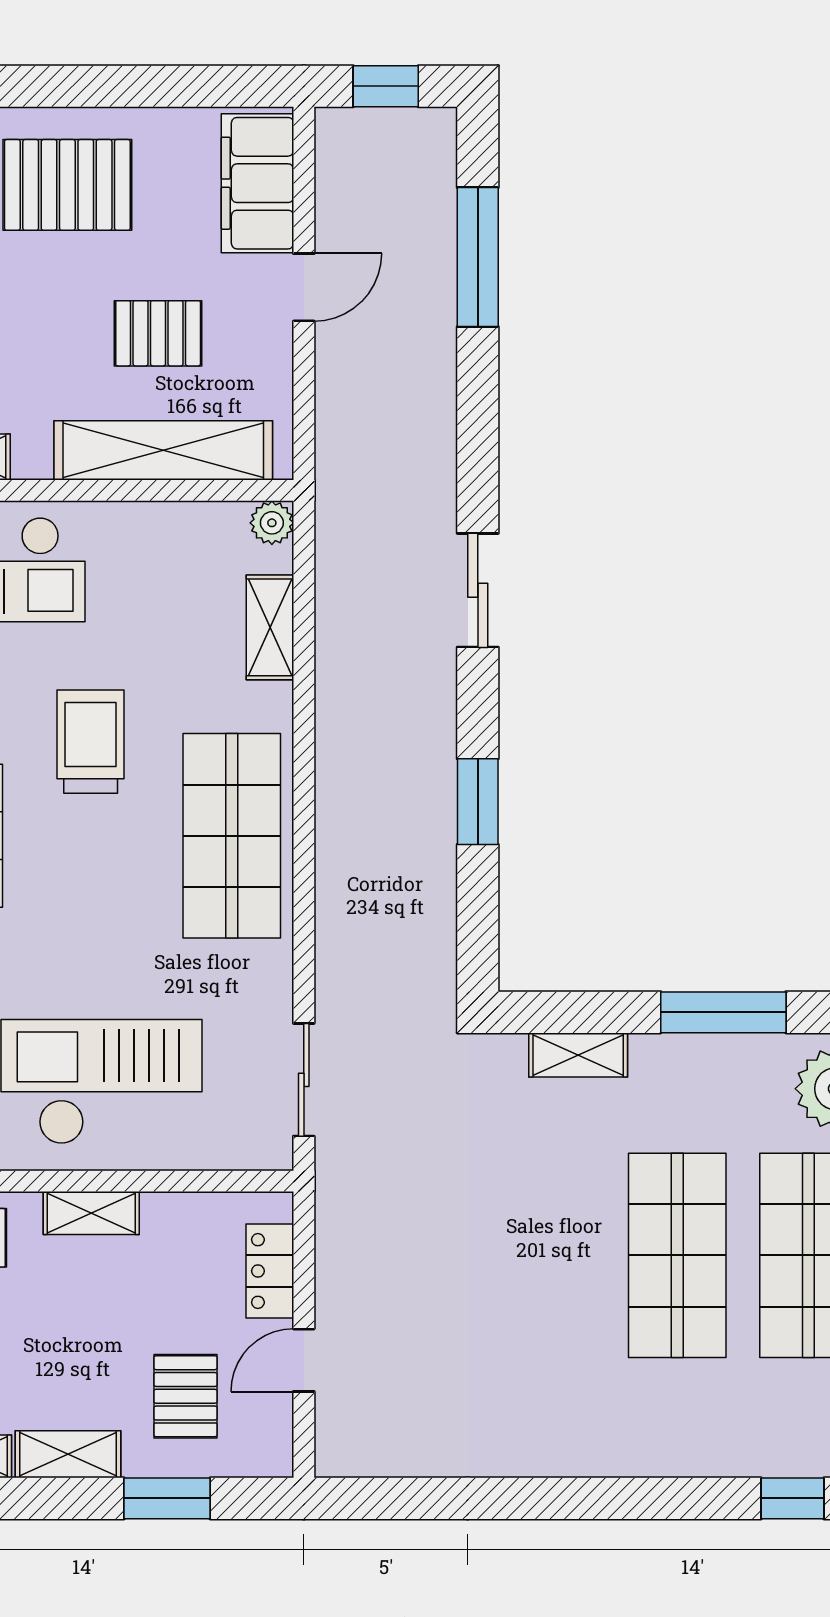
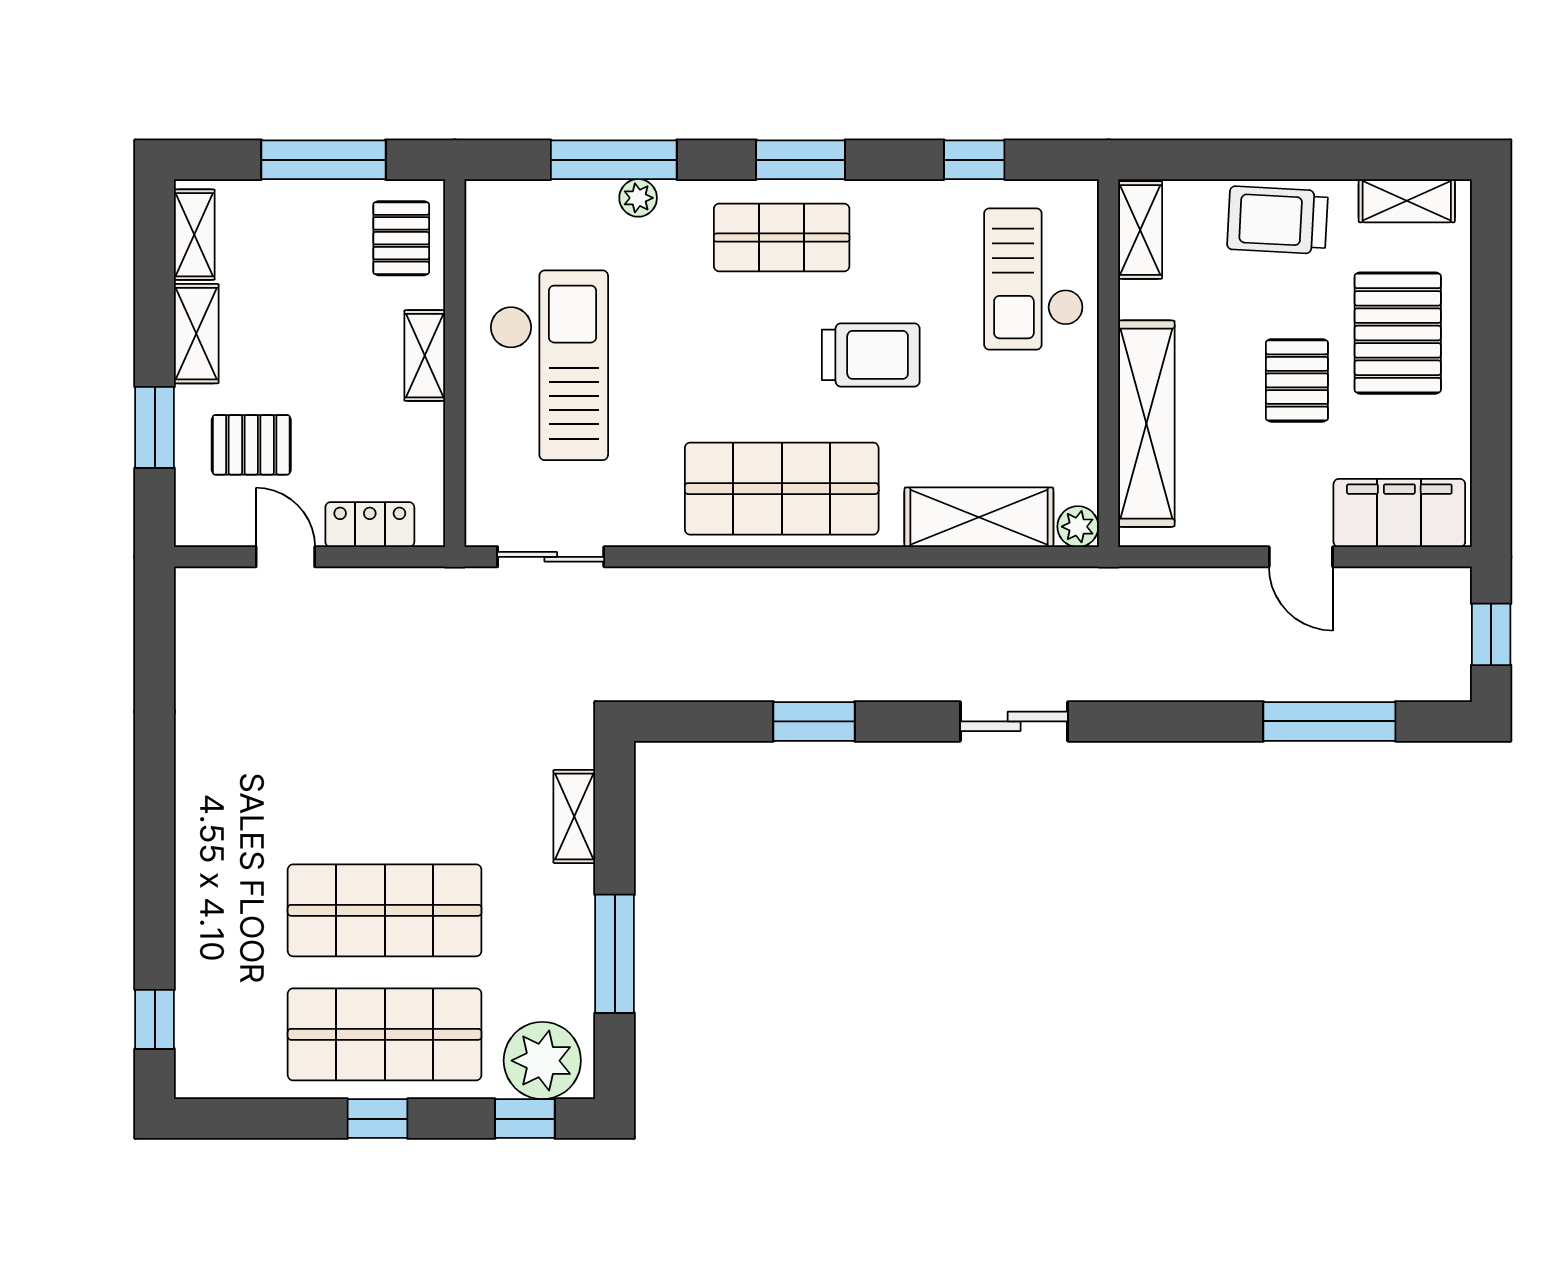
pallet: (158, 333) -> (1297, 380), moved
shelving: (270, 627) -> (979, 517), width x1.50, depth x1.33

